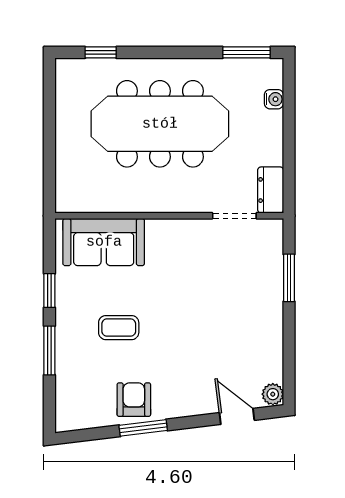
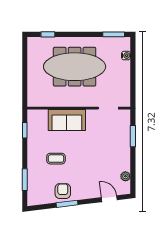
dresser: (271, 190) -> (125, 97), removed
sofa: (104, 242) -> (67, 120), moved
window: (49, 291) -> (25, 130), moved
window: (49, 350) -> (25, 180), moved
plant: (273, 394) -> (125, 176), moved

